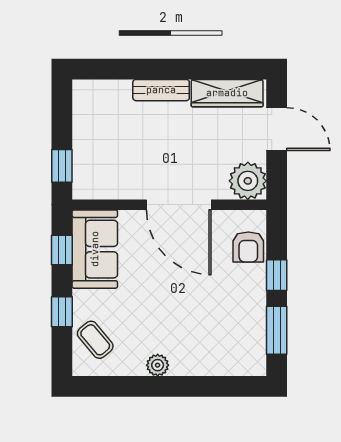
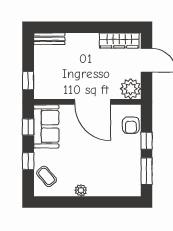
bench: (161, 90) -> (49, 39), moved

